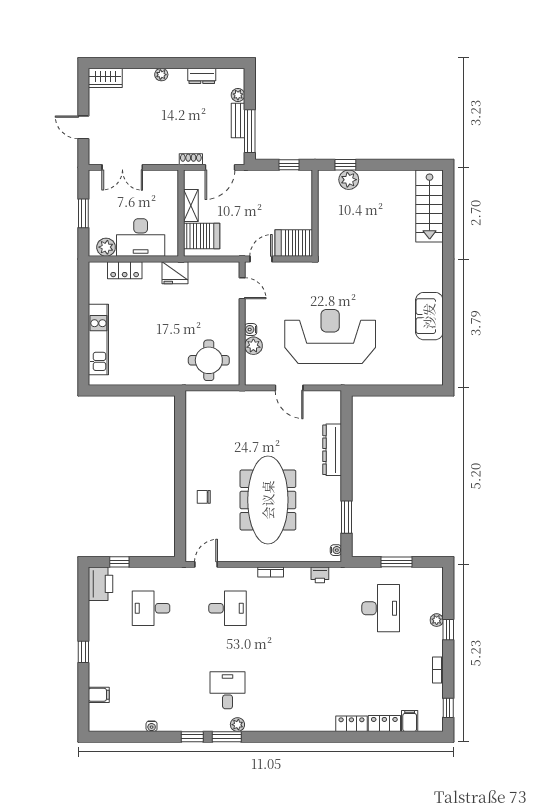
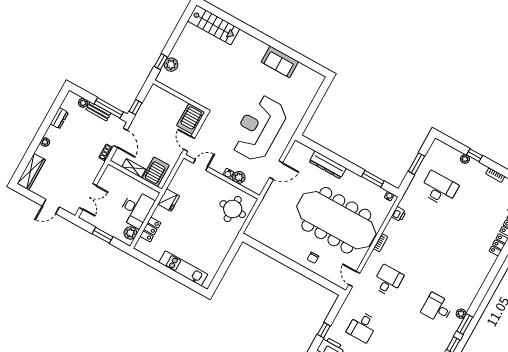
wardrobe: (105, 78) -> (31, 172), width x1.50
window: (289, 165) -> (136, 107), moved
meeting table: (268, 500) -> (336, 220), width x1.36, depth x1.27

